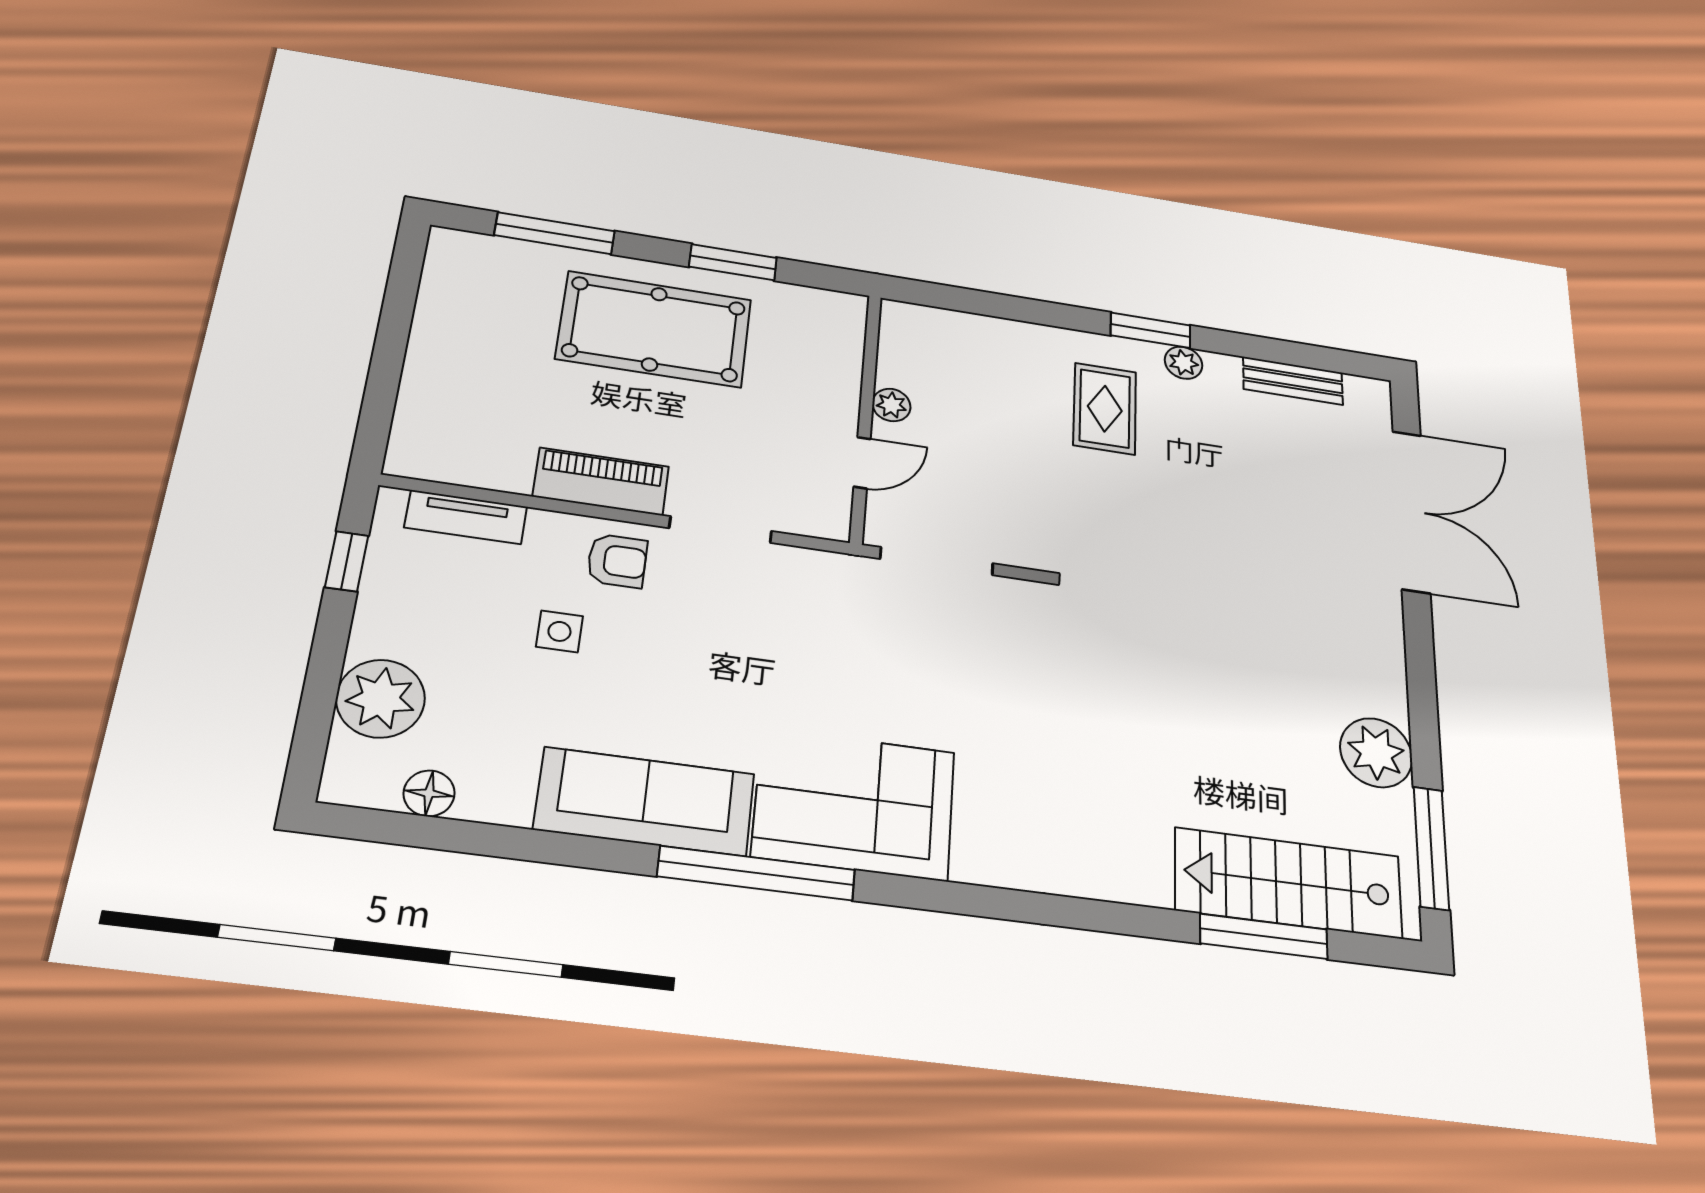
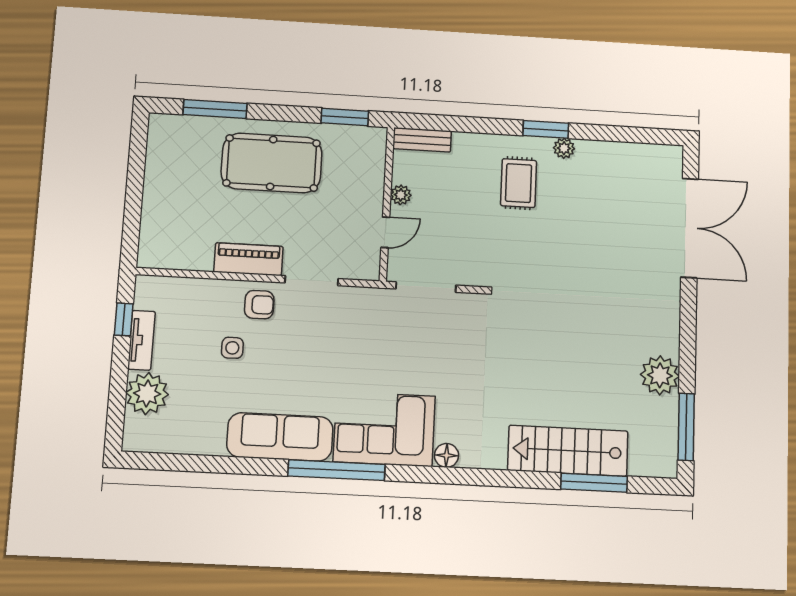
window: (733, 262) -> (345, 117), moved
bench: (1293, 381) -> (422, 140), moved
tv unit: (466, 517) -> (141, 340), moved, turned -90
floor lamp: (429, 793) -> (447, 455), moved
stairs: (1288, 883) -> (568, 451), moved

